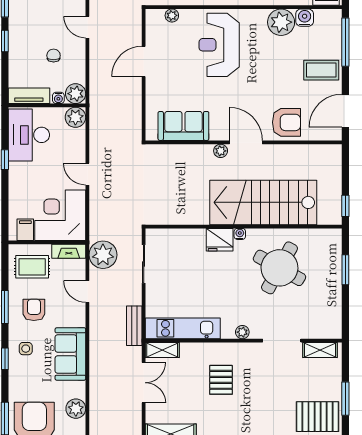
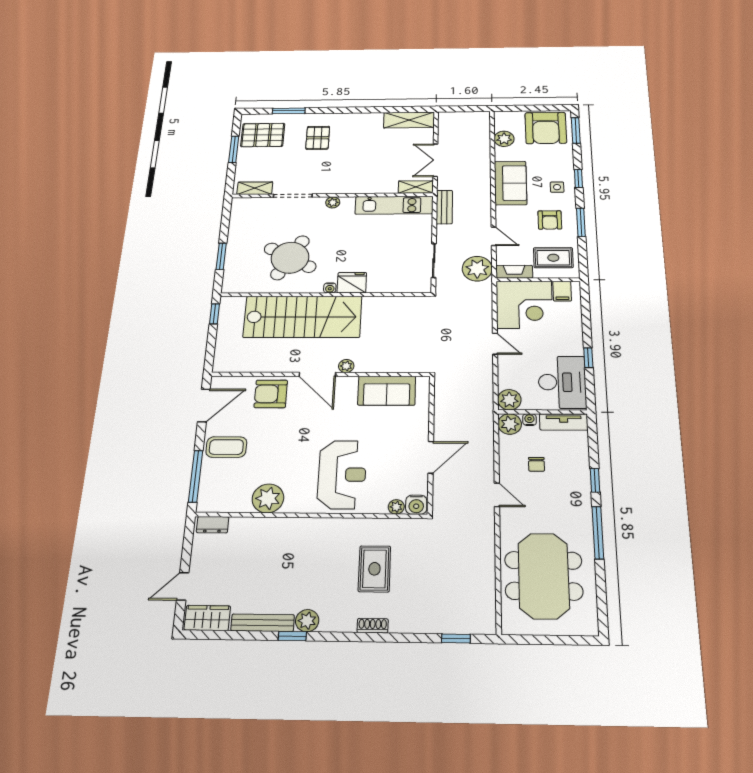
water cooler: (305, 18) -> (416, 505), moved
pallet: (221, 380) -> (318, 138), moved

